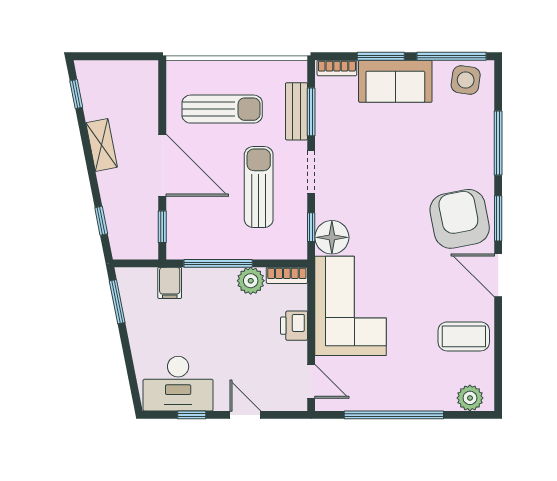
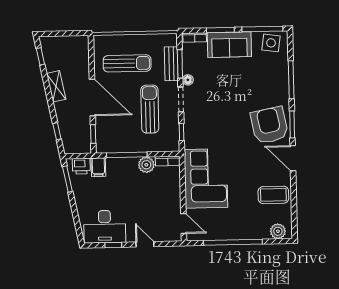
floor lamp: (332, 237) -> (188, 80), moved, width x0.53, depth x0.53
printer: (294, 326) -> (81, 166), moved, turned -90

